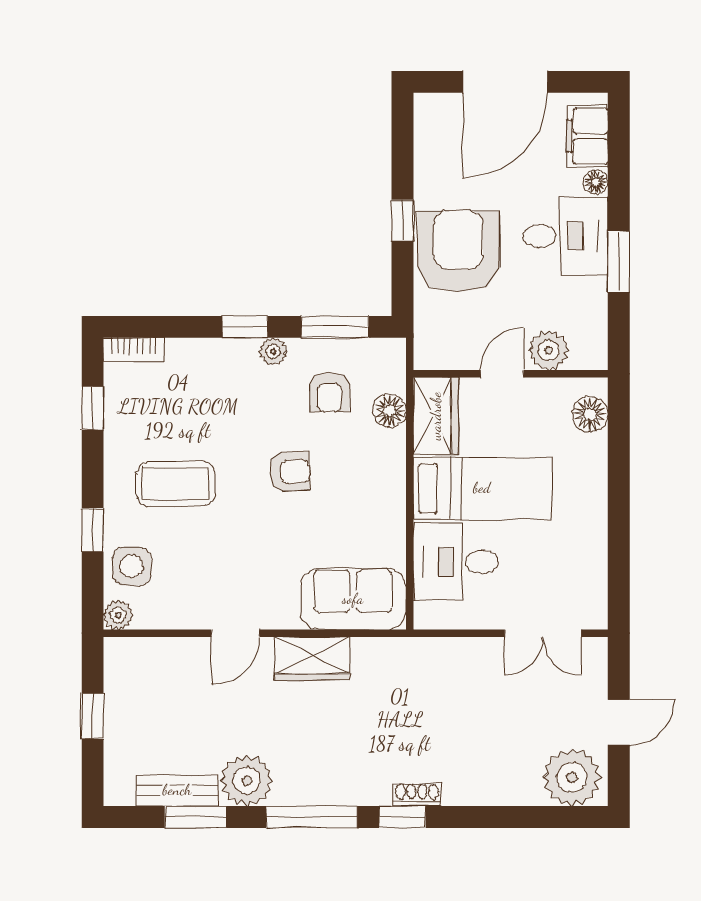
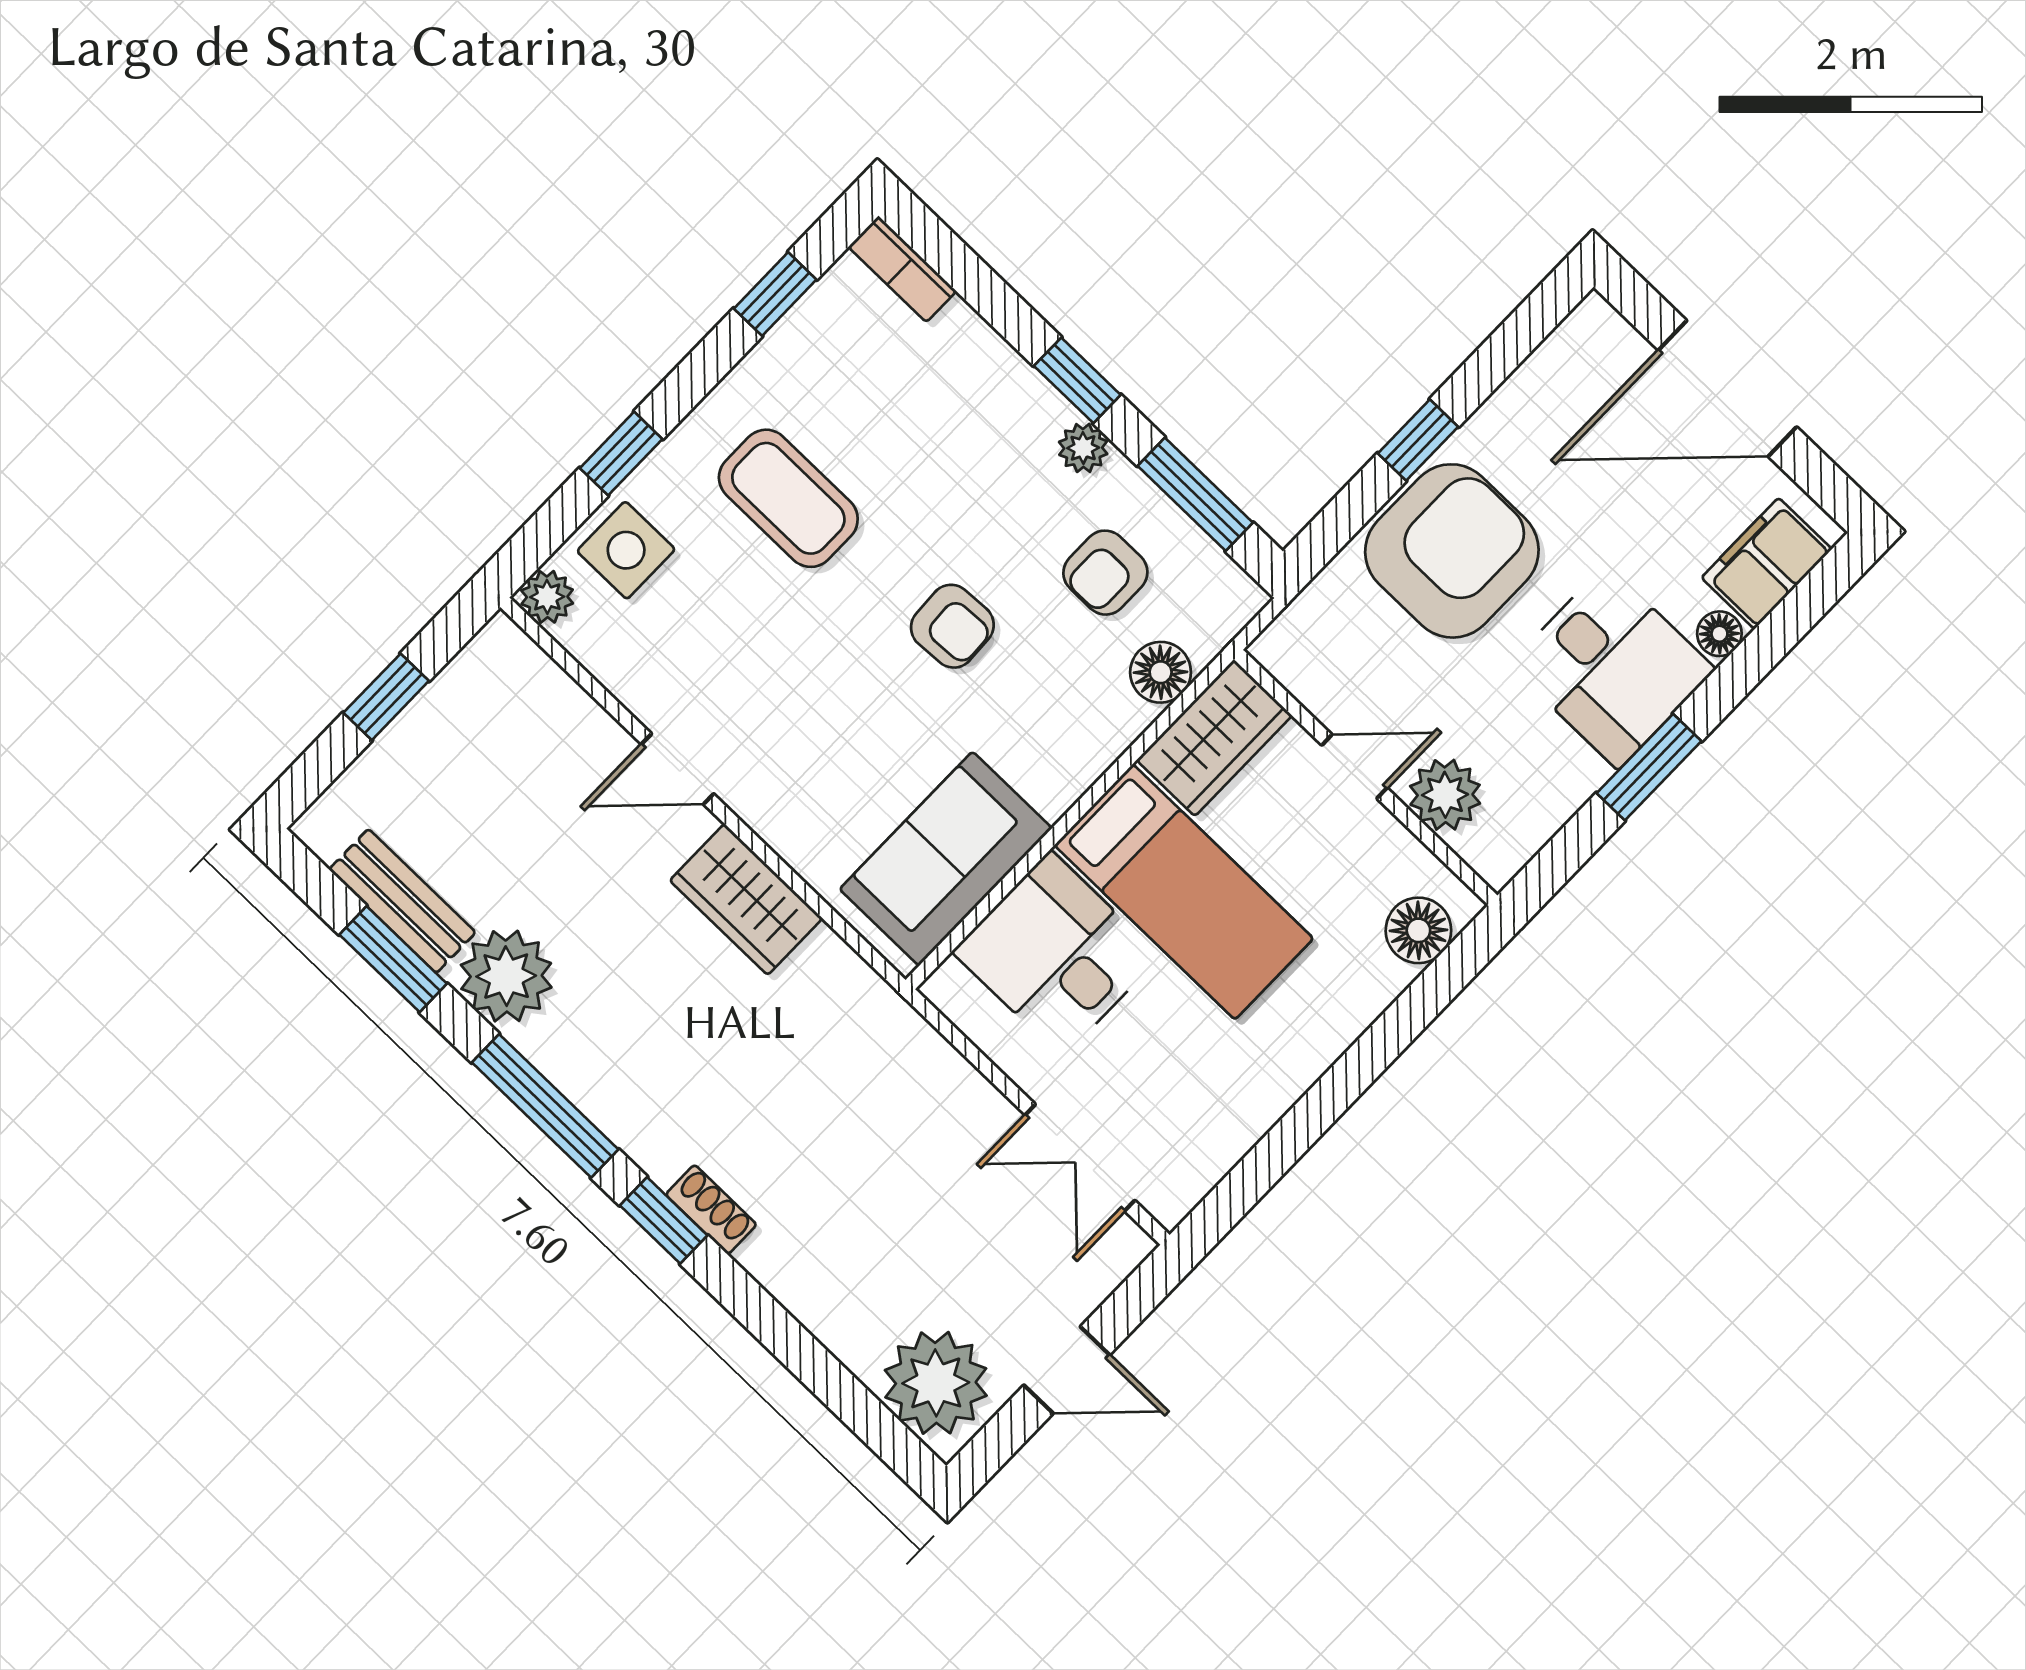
sofa: (353, 599) -> (946, 859), moved, turned -90

